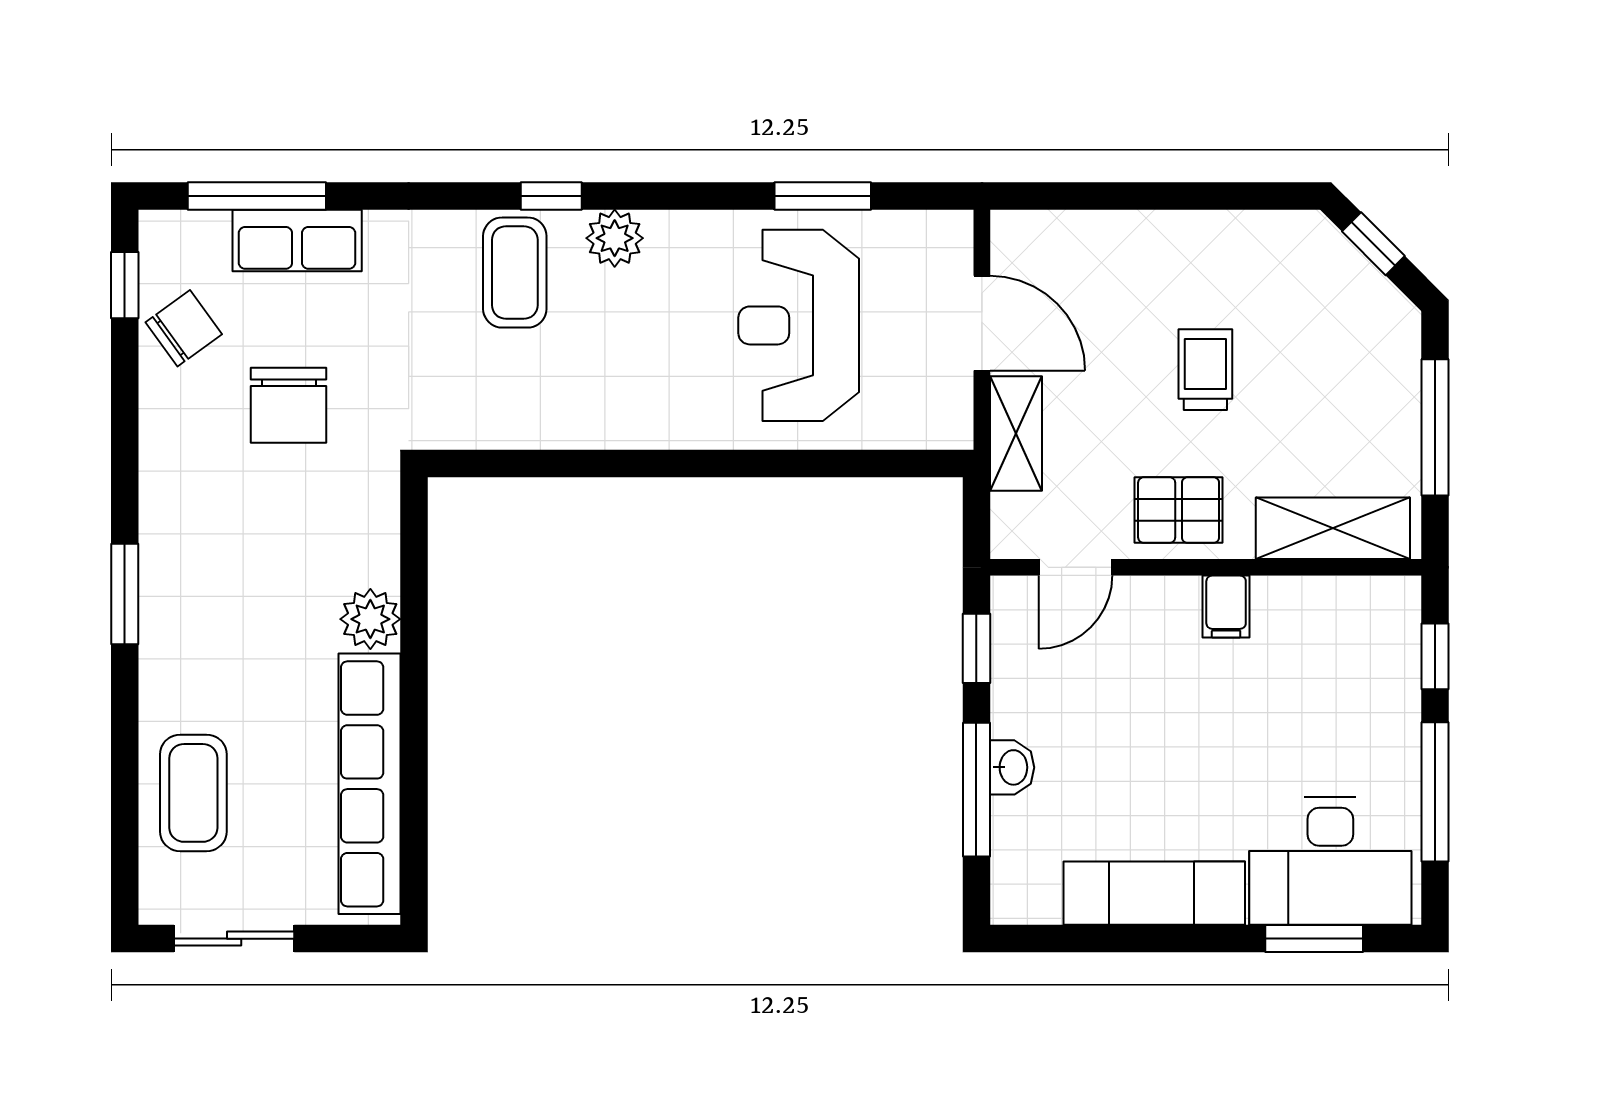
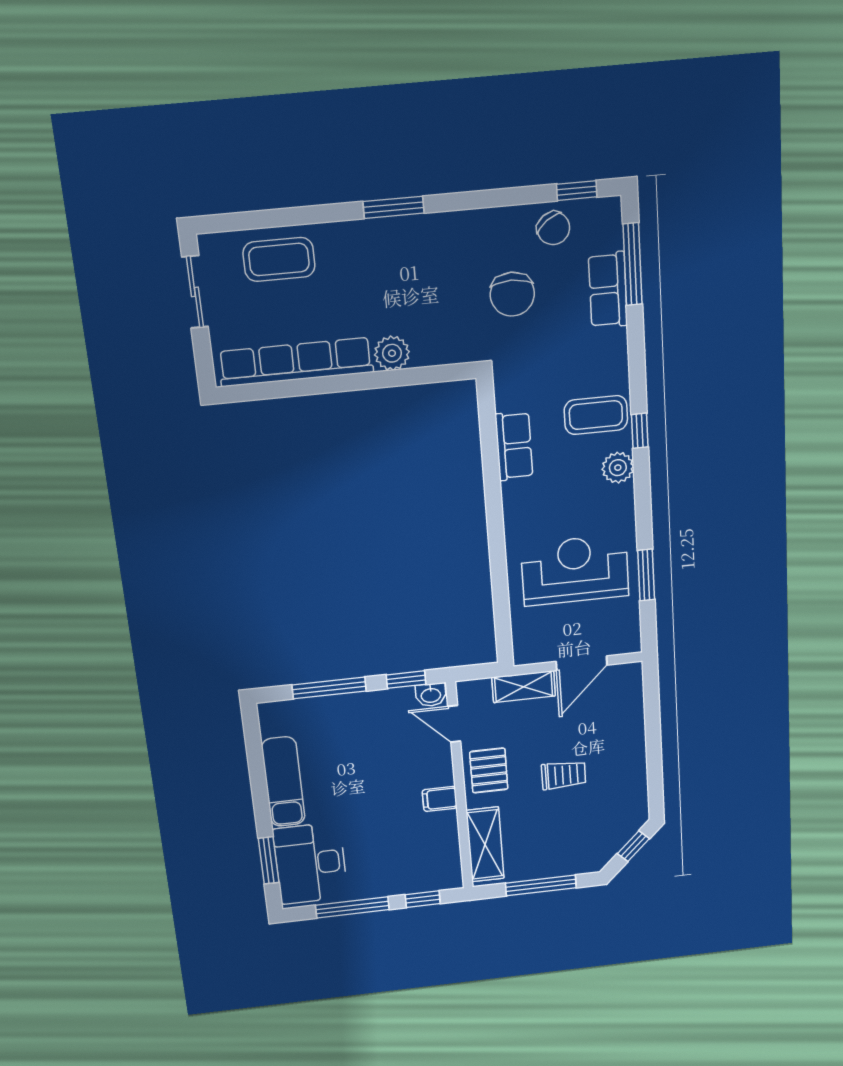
chair: (289, 405) -> (512, 294), turned -90
row of seats: (556, 420) -> (514, 446), added
washbasin: (1012, 767) -> (431, 695), moved

